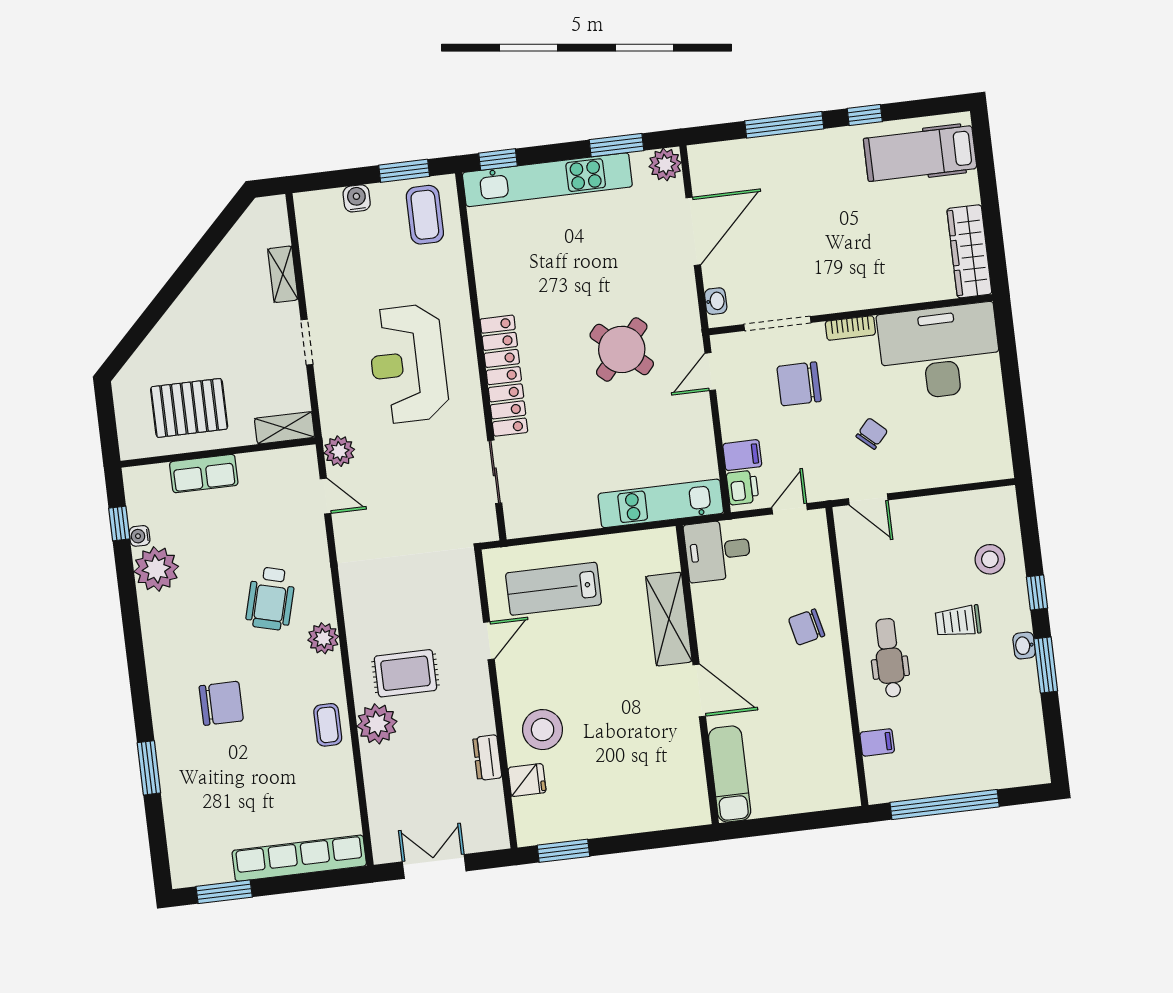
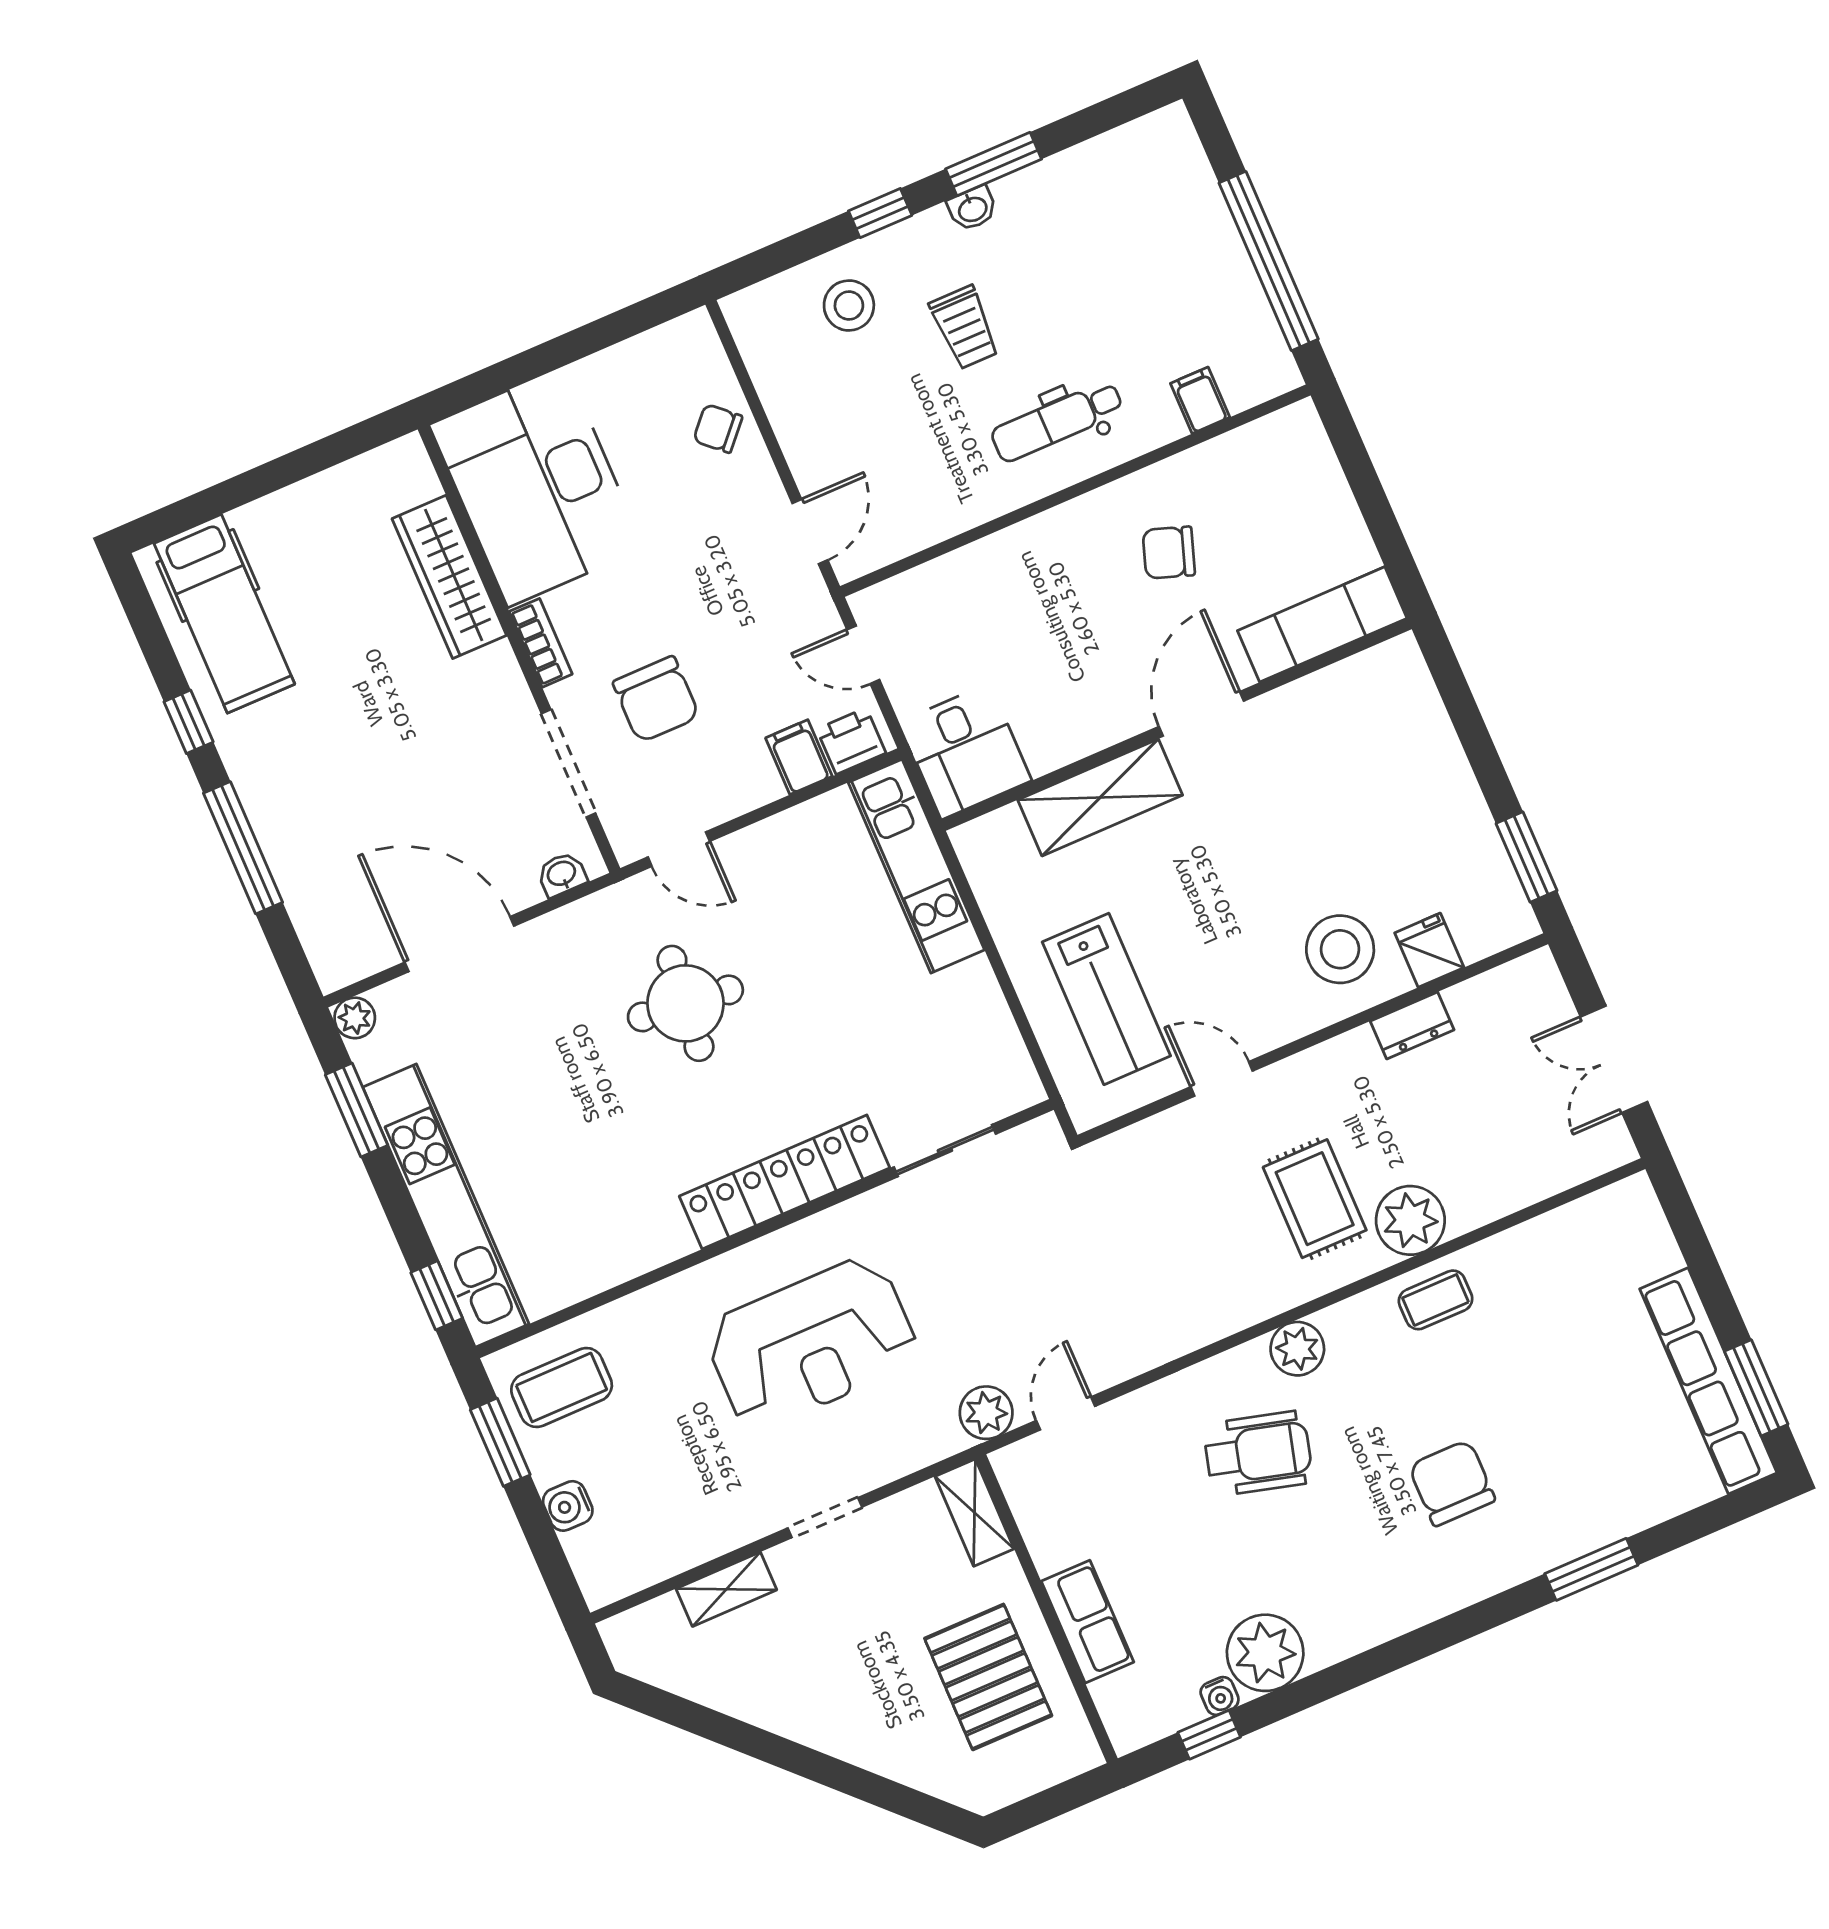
plant: (665, 165) -> (355, 1018), width x0.73, depth x0.73
wardrobe: (969, 251) -> (449, 577), moved, turned 90
round table: (622, 349) -> (685, 1003), turned -36
chair: (872, 434) -> (718, 428), moved
chair: (807, 627) -> (1169, 553), moved, turned 122
row of seats: (299, 858) -> (1708, 1381), moved

